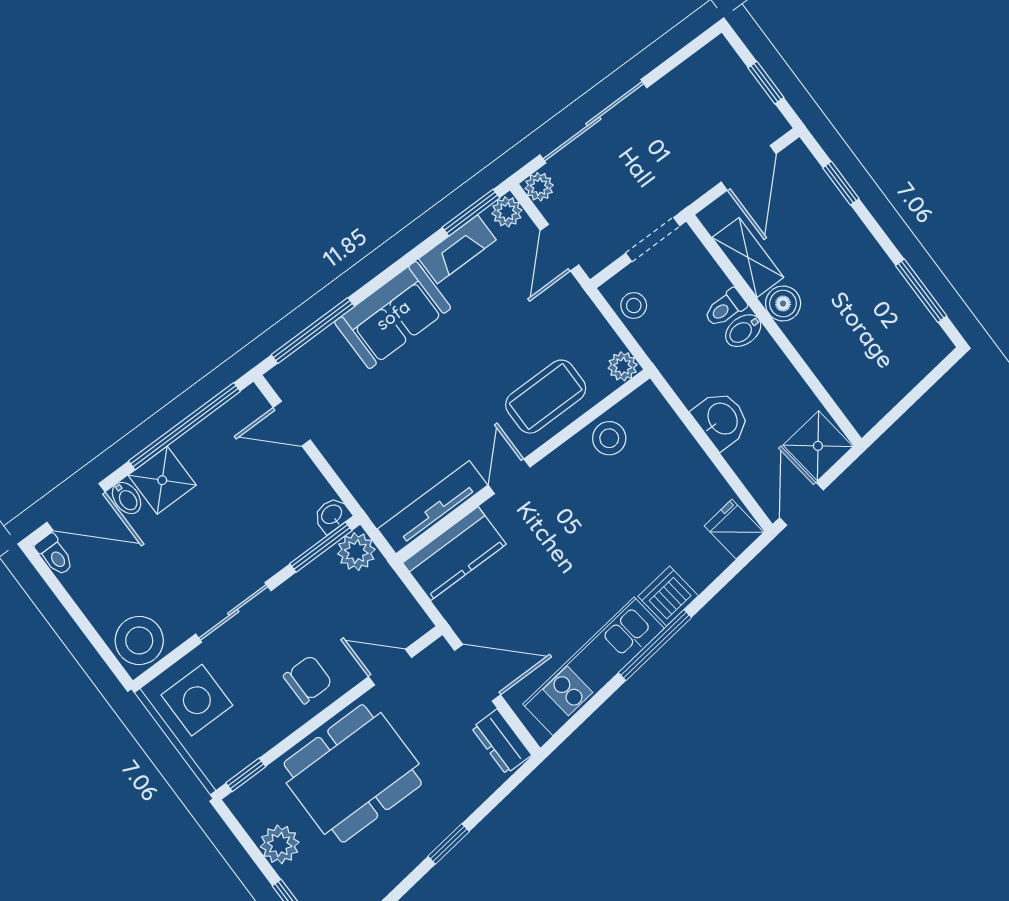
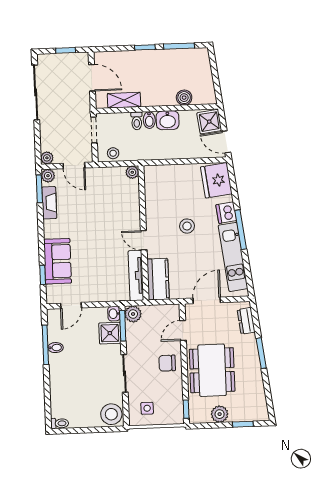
sliding door: (593, 121) -> (36, 92), moved
window: (841, 183) -> (145, 47), moved
boiler: (783, 303) -> (184, 98), moved
sofa: (393, 315) -> (58, 261), moved
window: (313, 330) -> (43, 275), width x0.46
coffee table: (546, 397) -> (124, 207), removed
washbasin: (722, 419) -> (168, 120), moved, turned 180
window: (184, 426) -> (45, 345), width x0.68
stool: (609, 438) -> (187, 226), moved
shower: (162, 480) -> (110, 333), moved
bidet: (127, 498) -> (55, 348), moved
door: (76, 507) -> (48, 404), removed
fridge: (734, 529) -> (216, 180), width x1.88, depth x1.34
chair: (308, 679) -> (167, 363), turned -90
side table: (197, 700) -> (147, 408), width x0.54, depth x0.54
dresser: (501, 742) -> (246, 321), moved, turned 83
window: (449, 844) -> (261, 353), width x1.50

